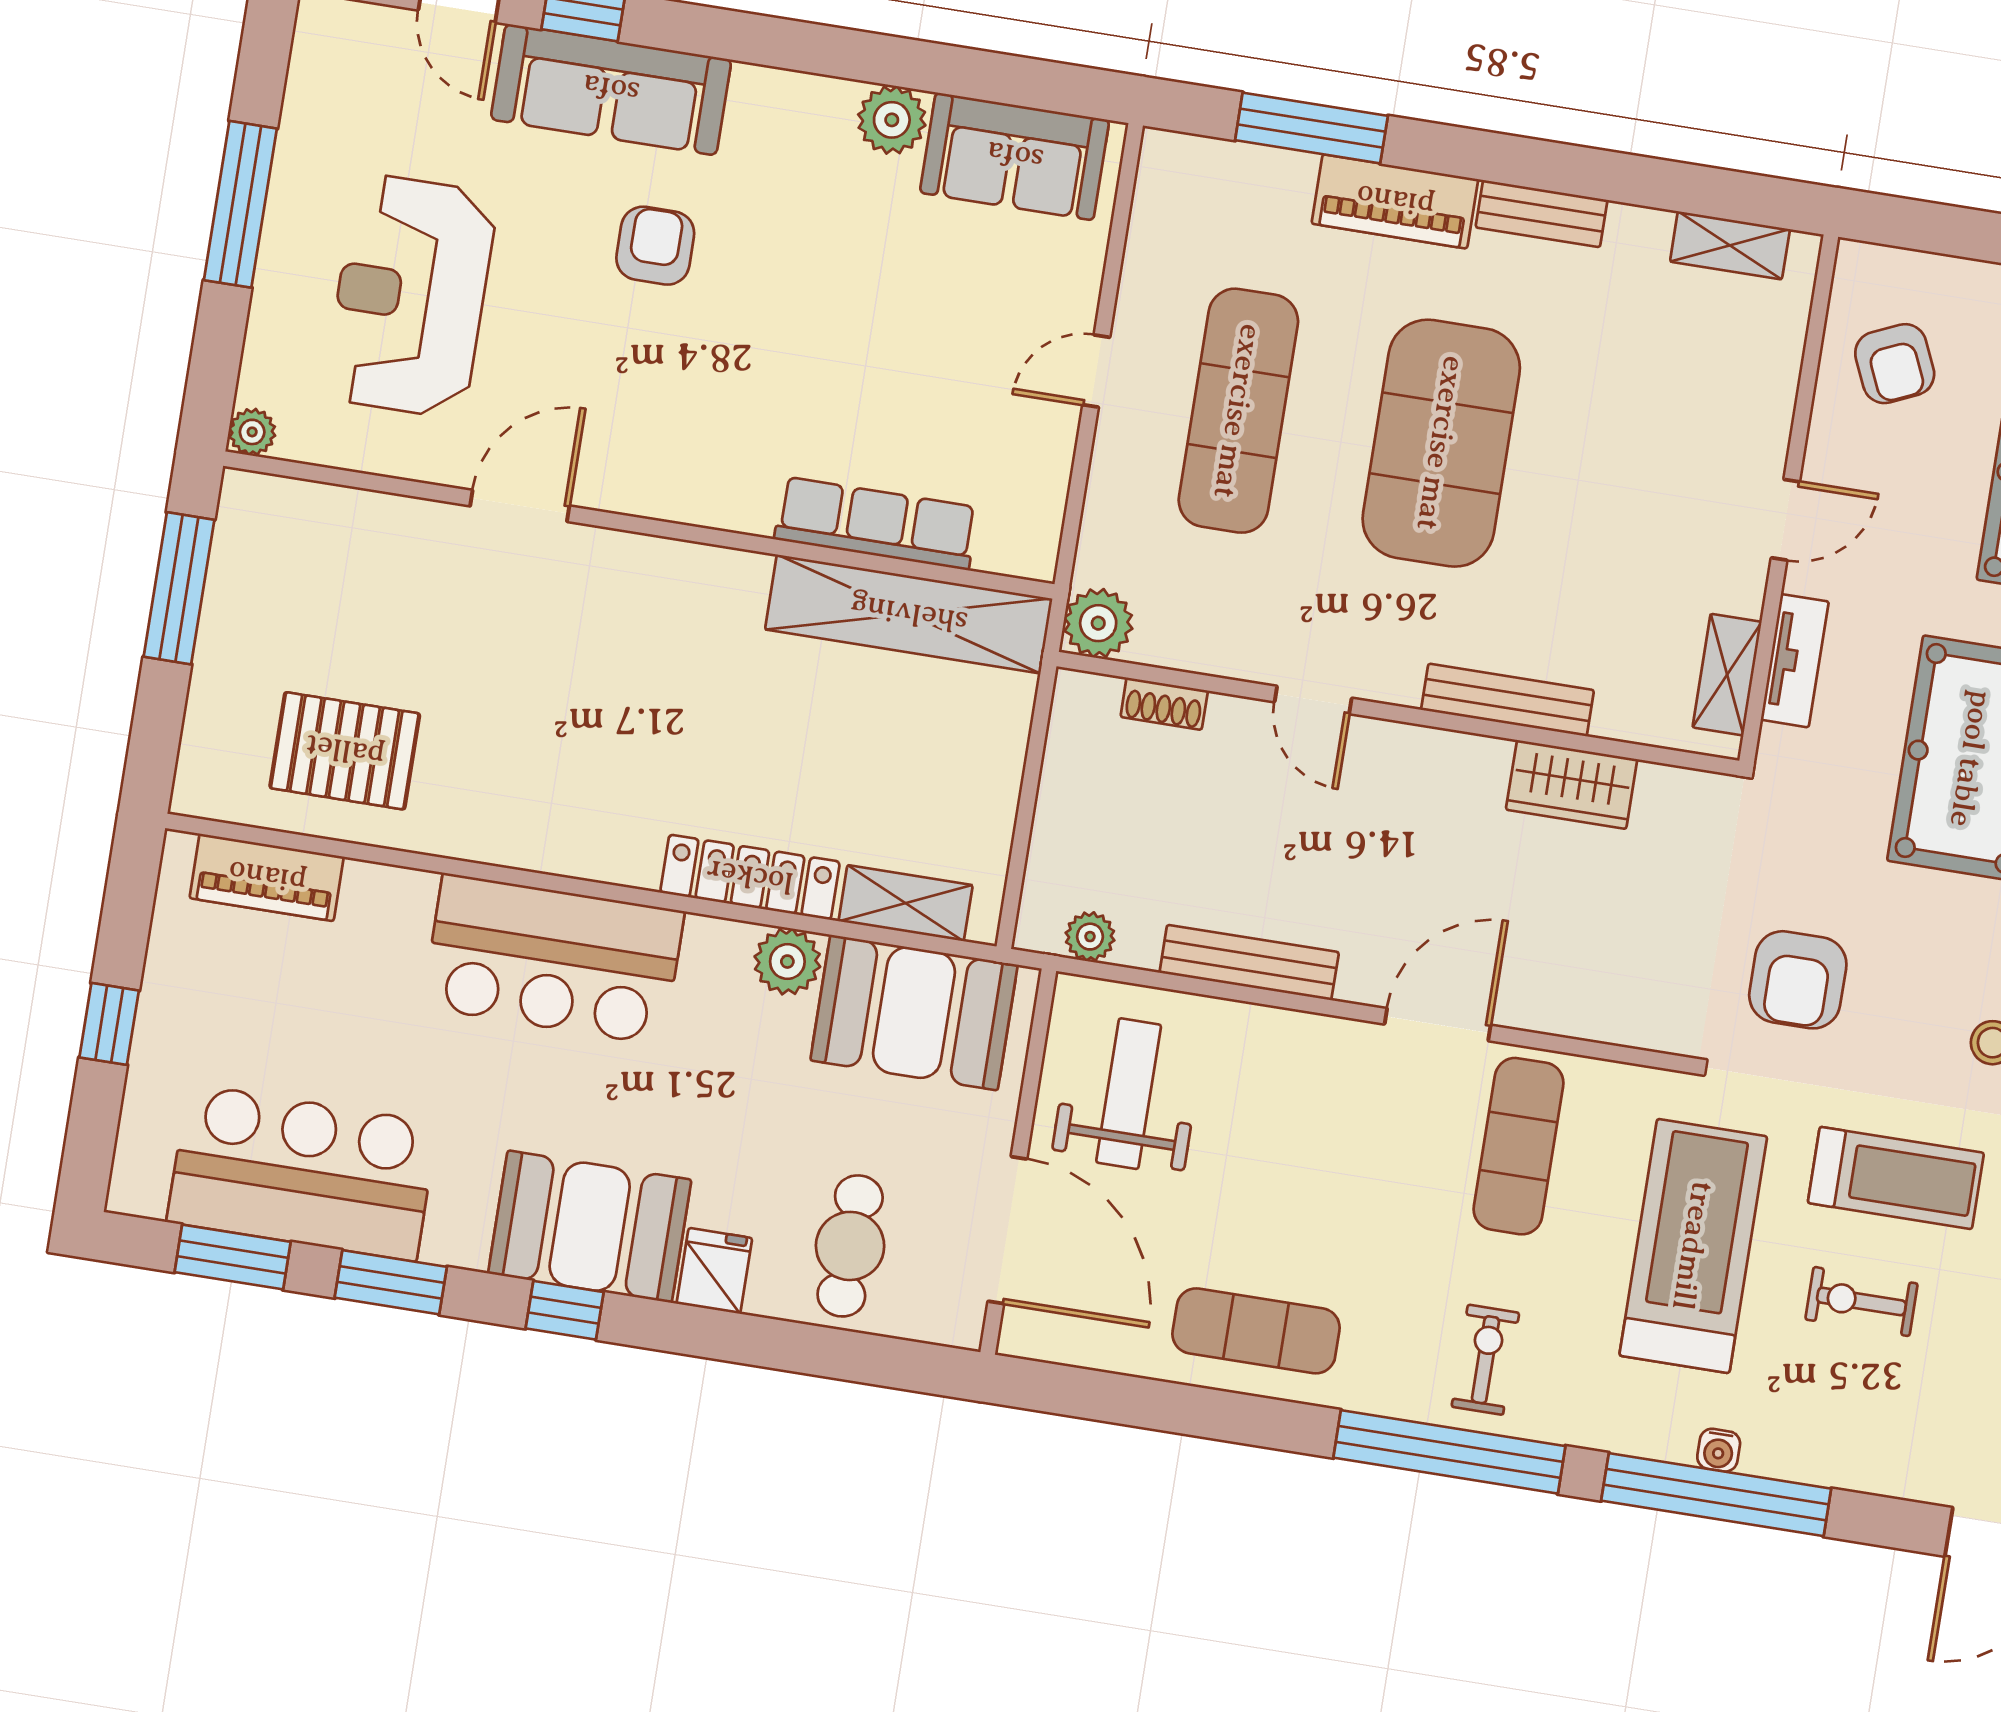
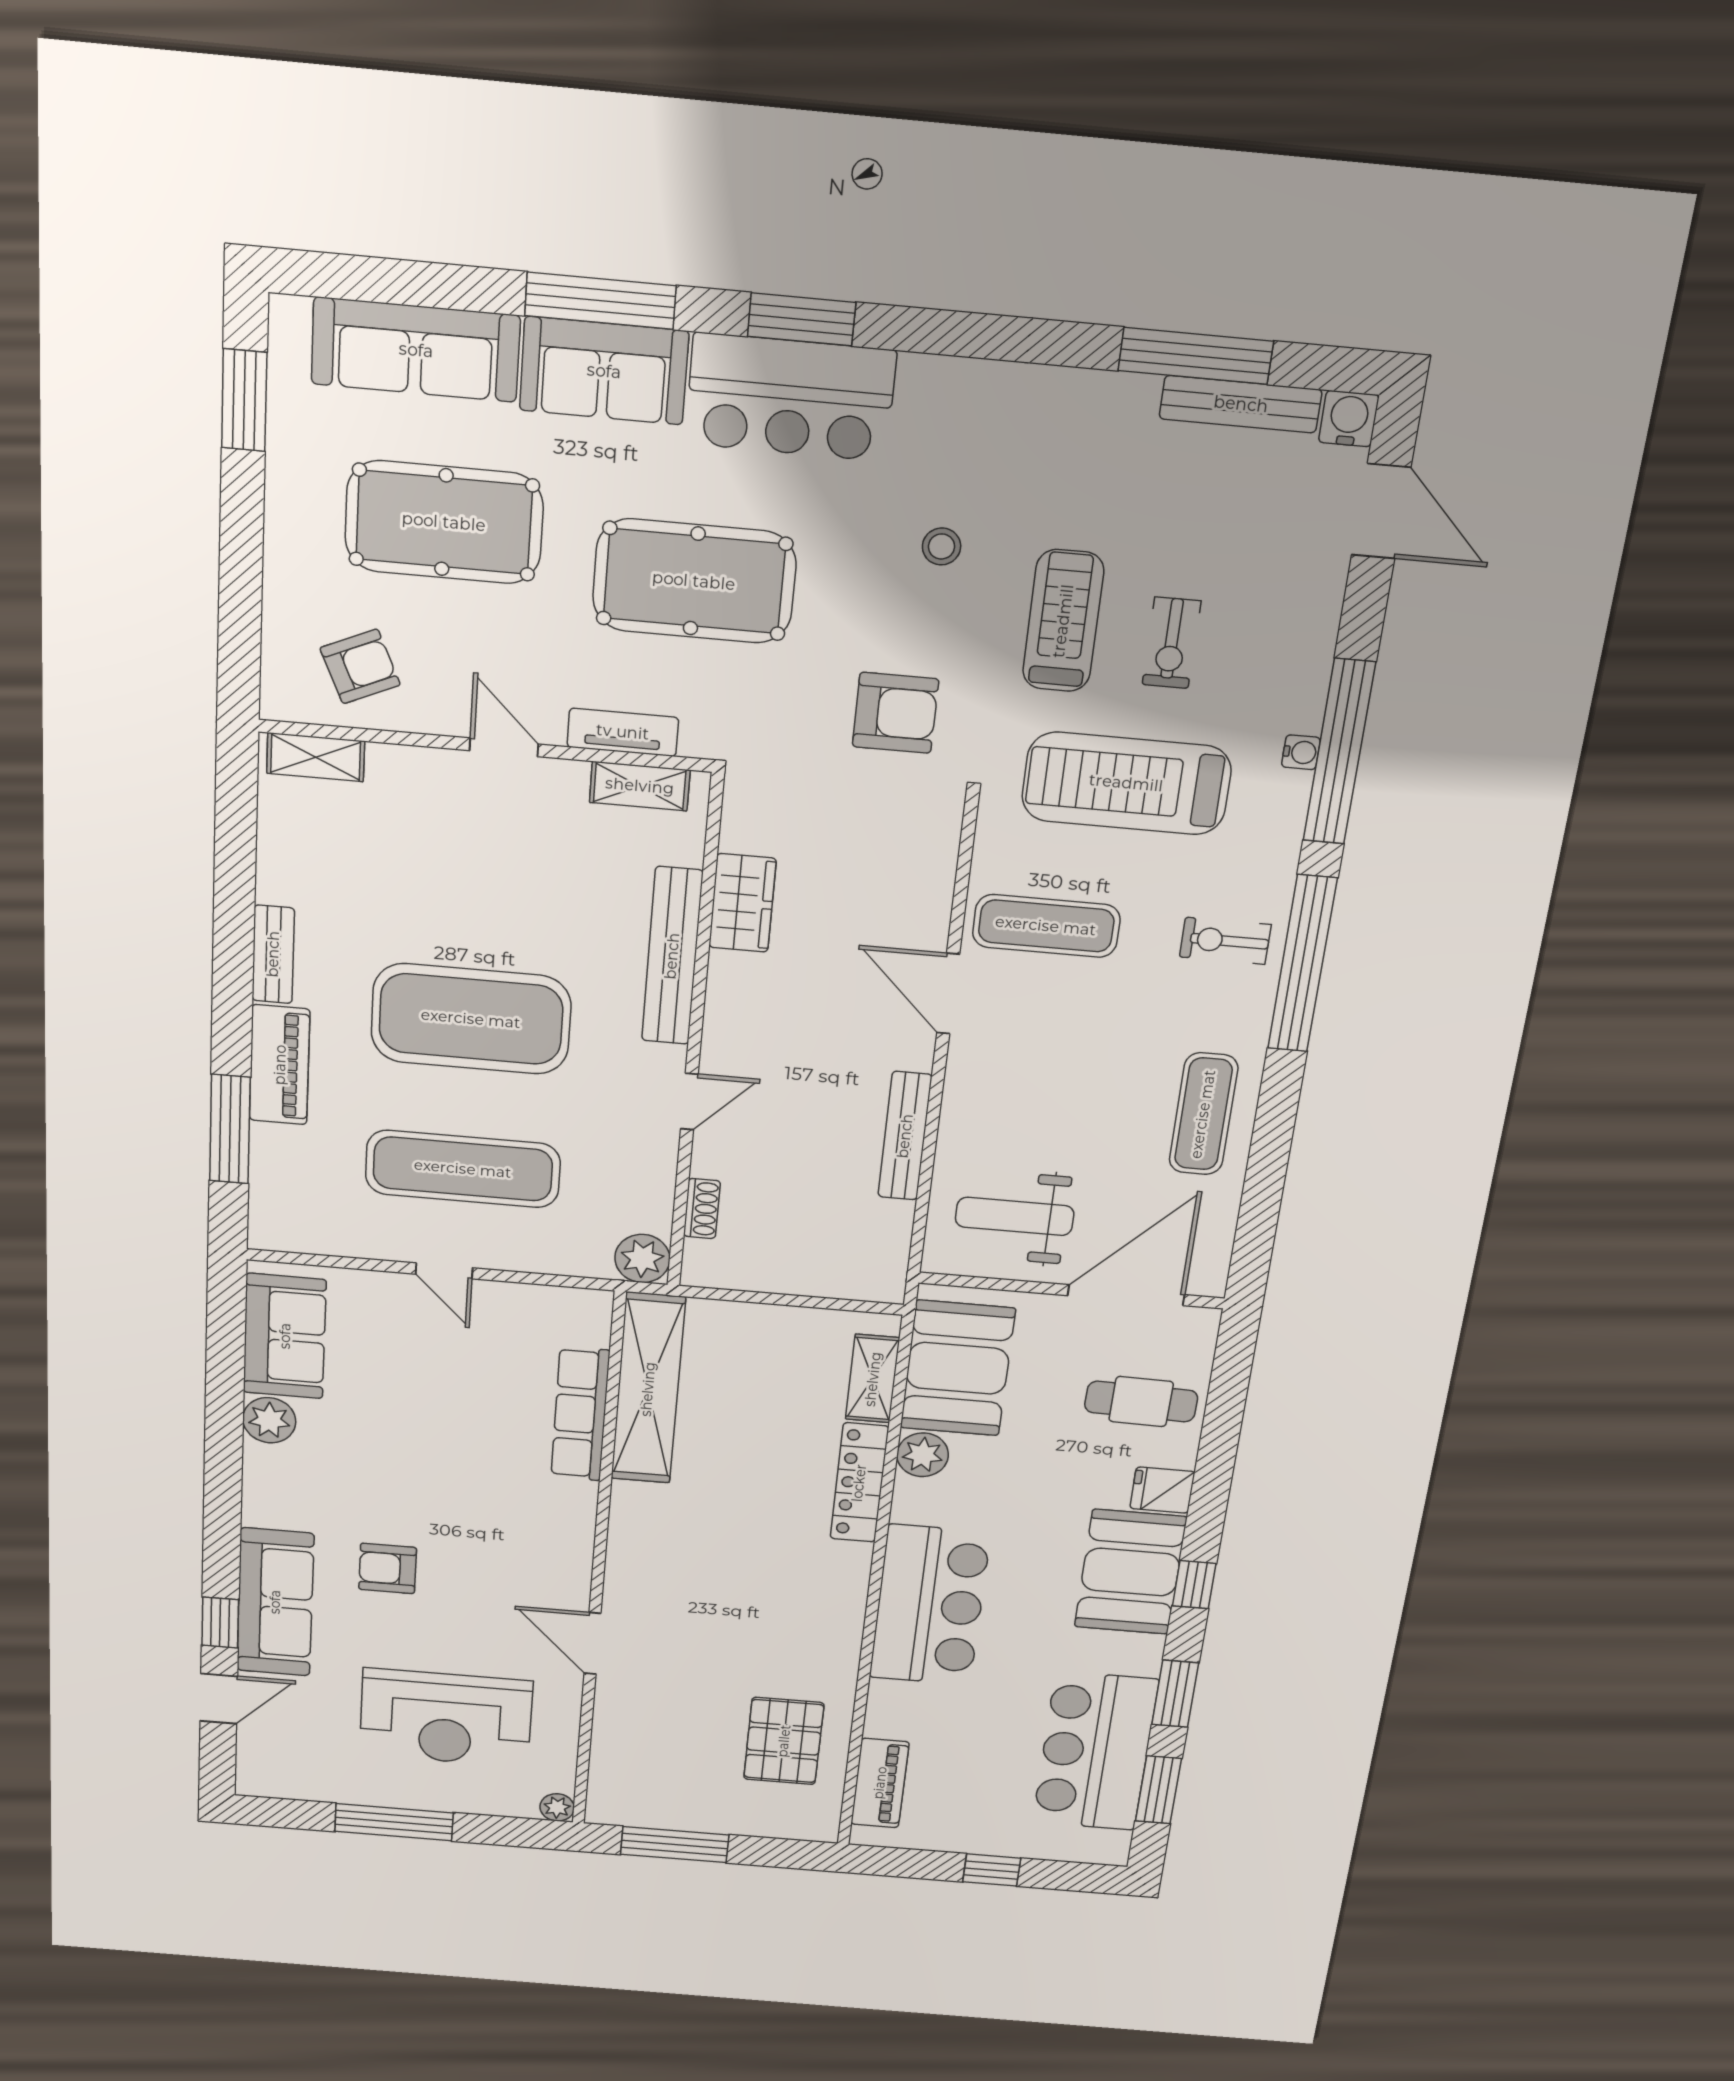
shelving: (1730, 245) -> (316, 757), moved, turned 90
bench: (1507, 700) -> (672, 956), width x1.37, depth x1.21
plant: (1090, 937) -> (891, 1250), removed

